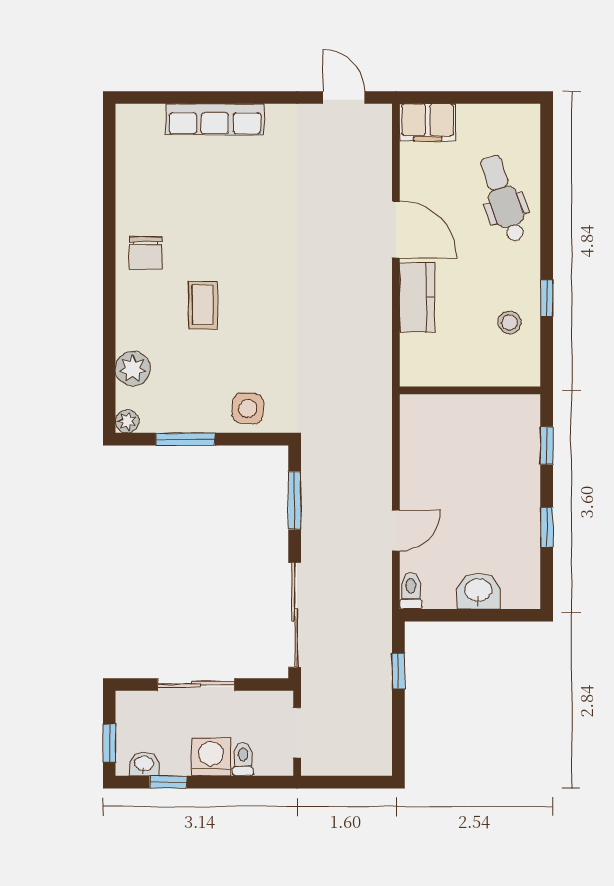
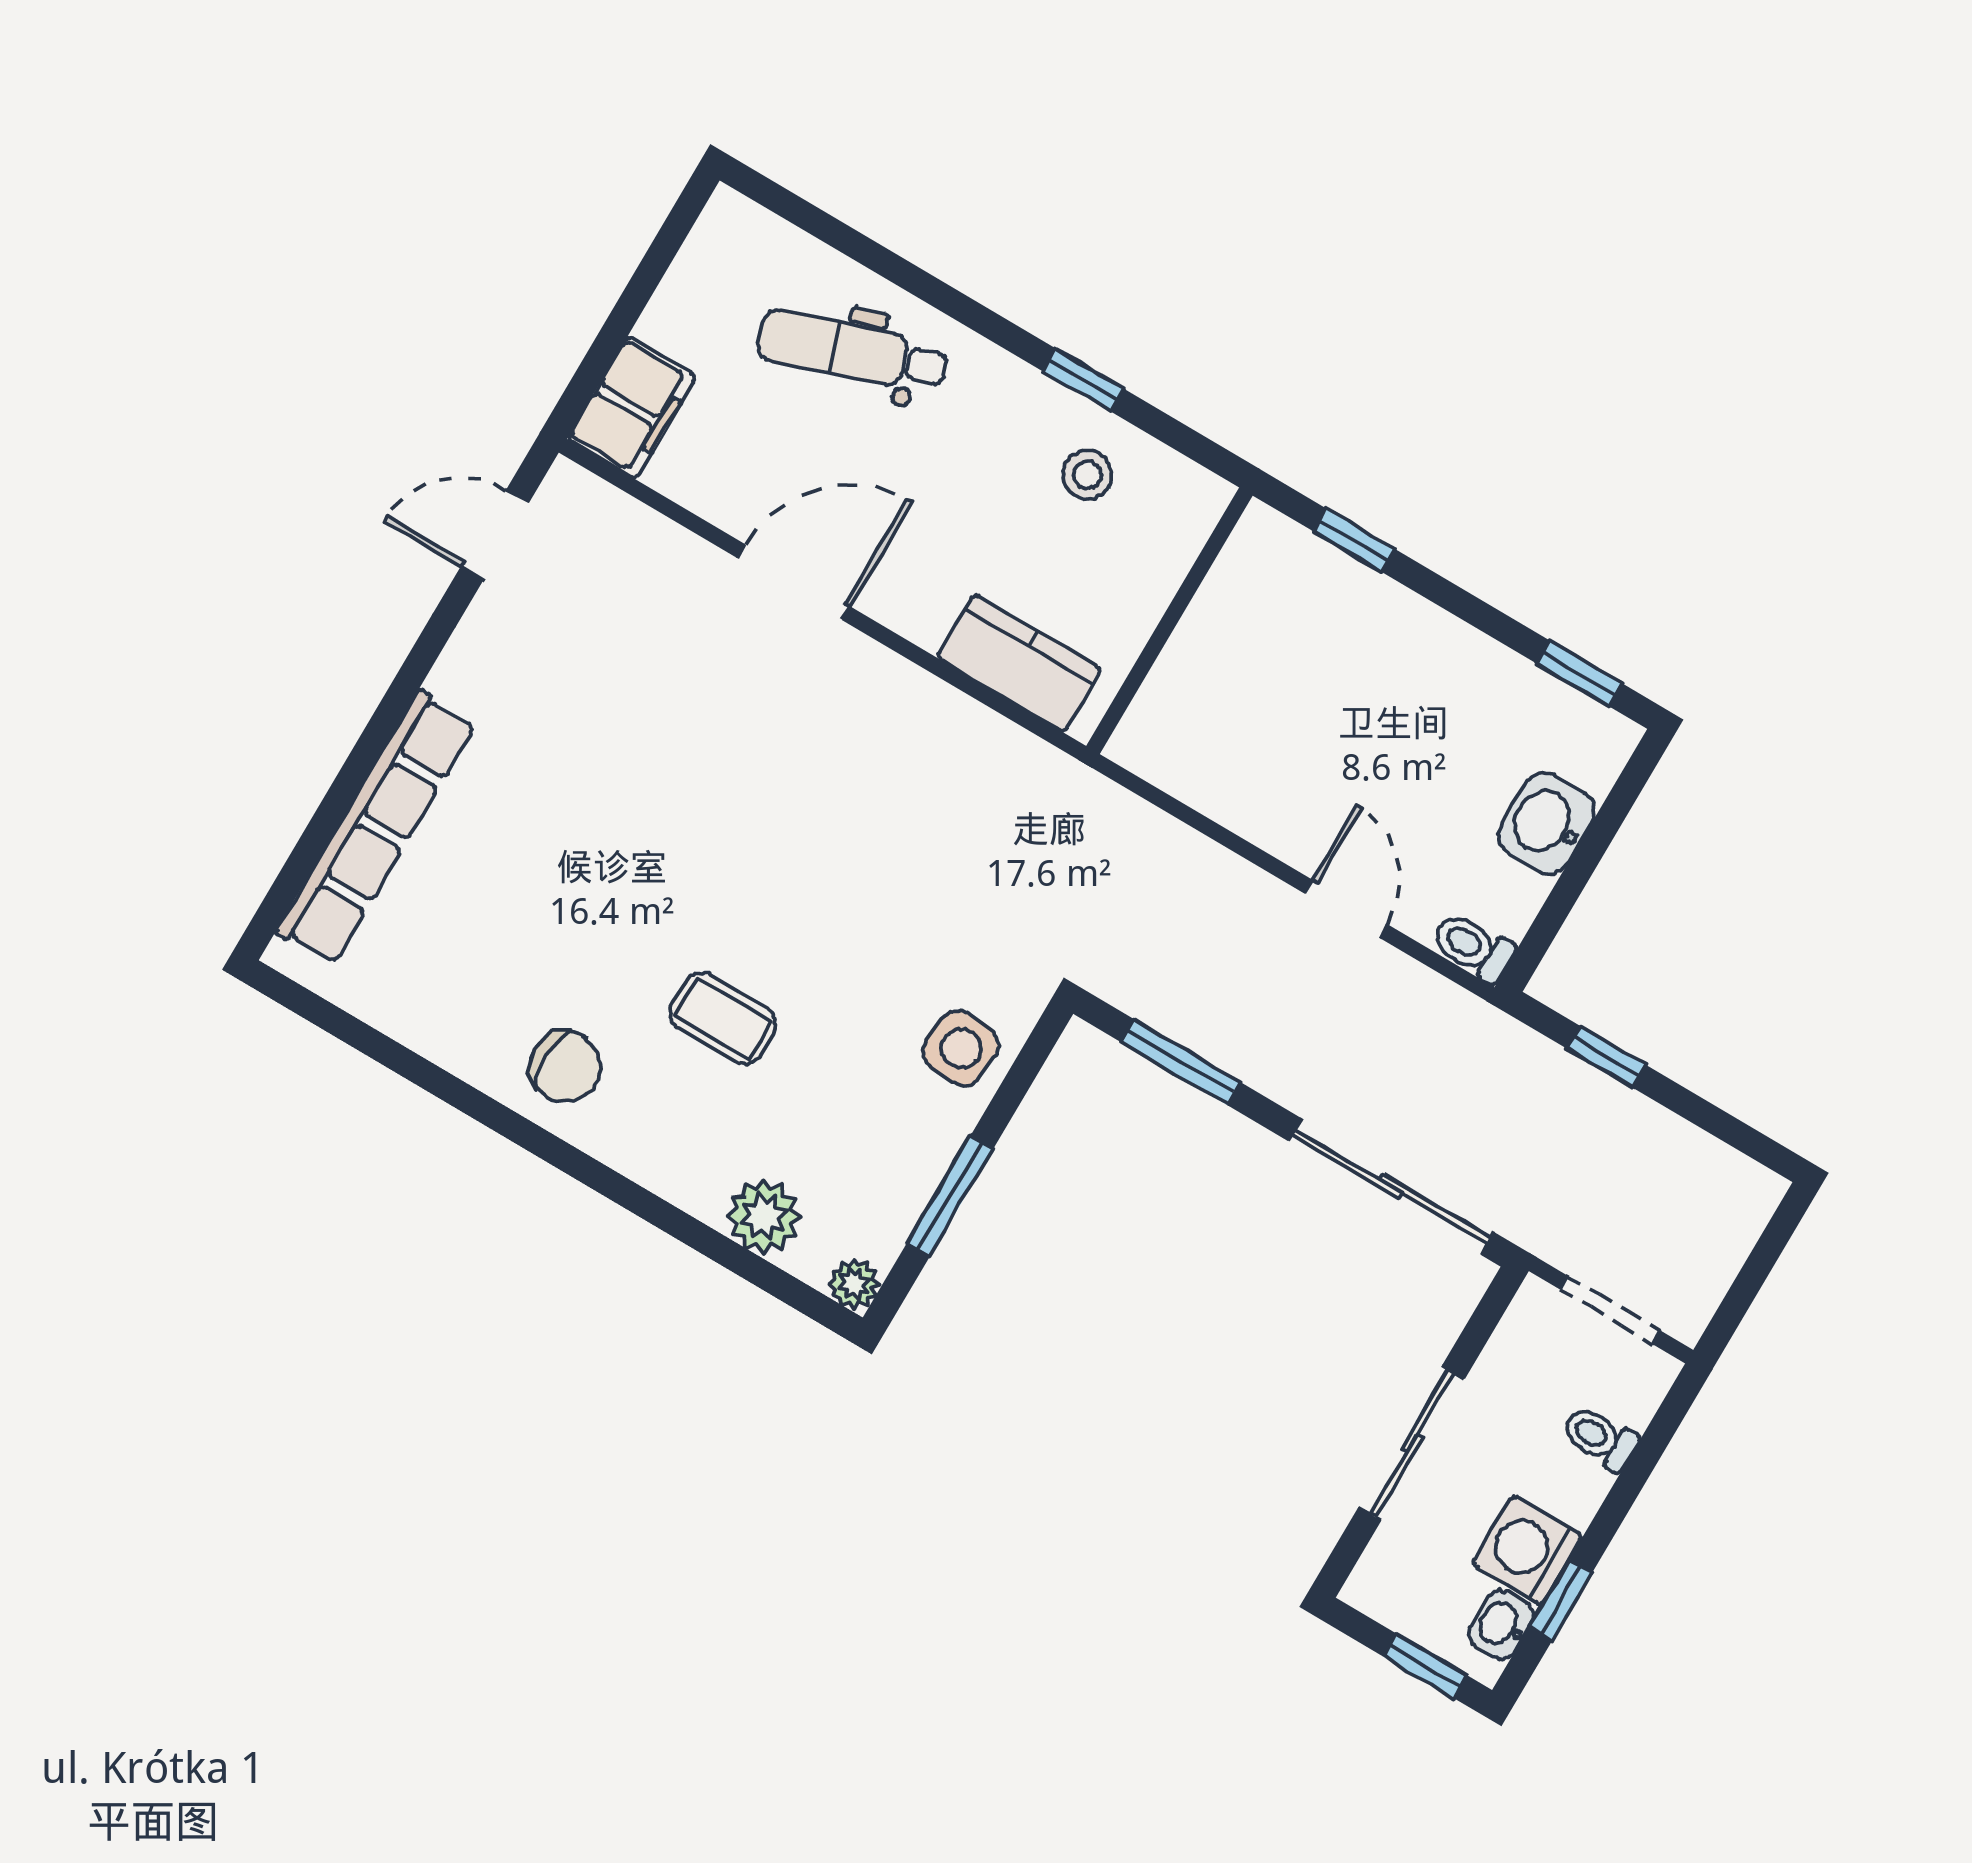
row of seats: (215, 119) -> (376, 828), width x1.36
kitchen counter: (417, 297) -> (1019, 663), moved
window: (547, 527) -> (1579, 673), moved
washing machine: (211, 757) -> (1527, 1550), moved

